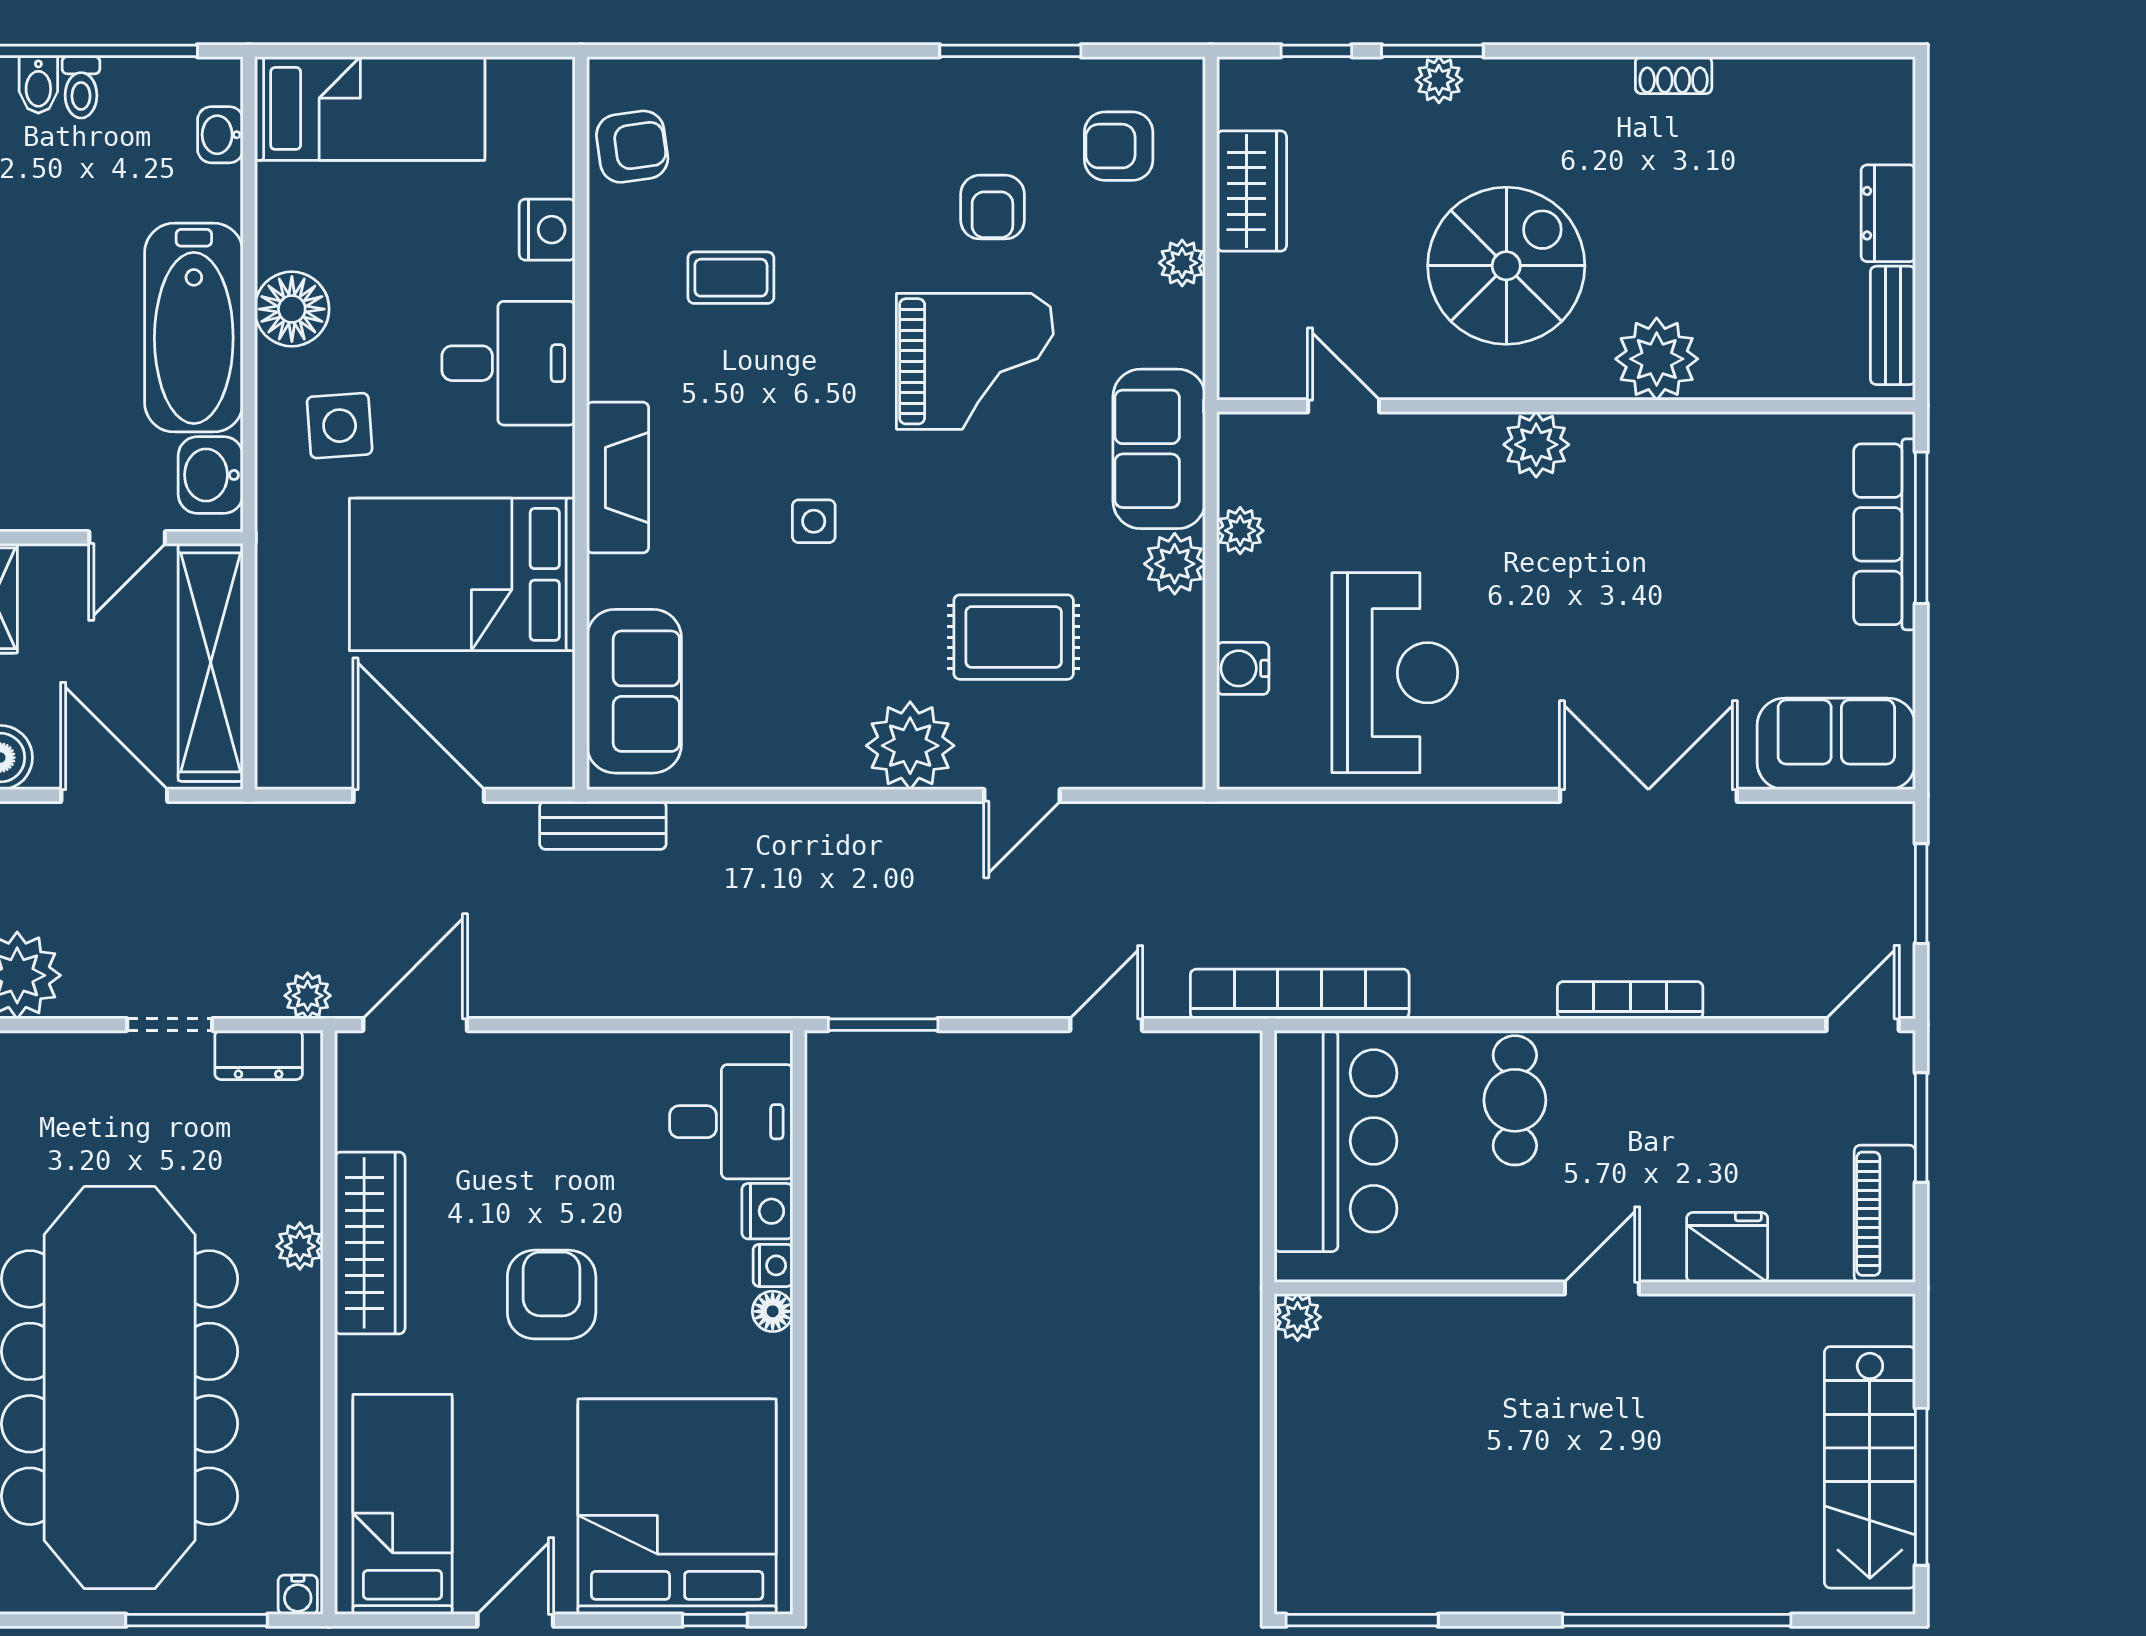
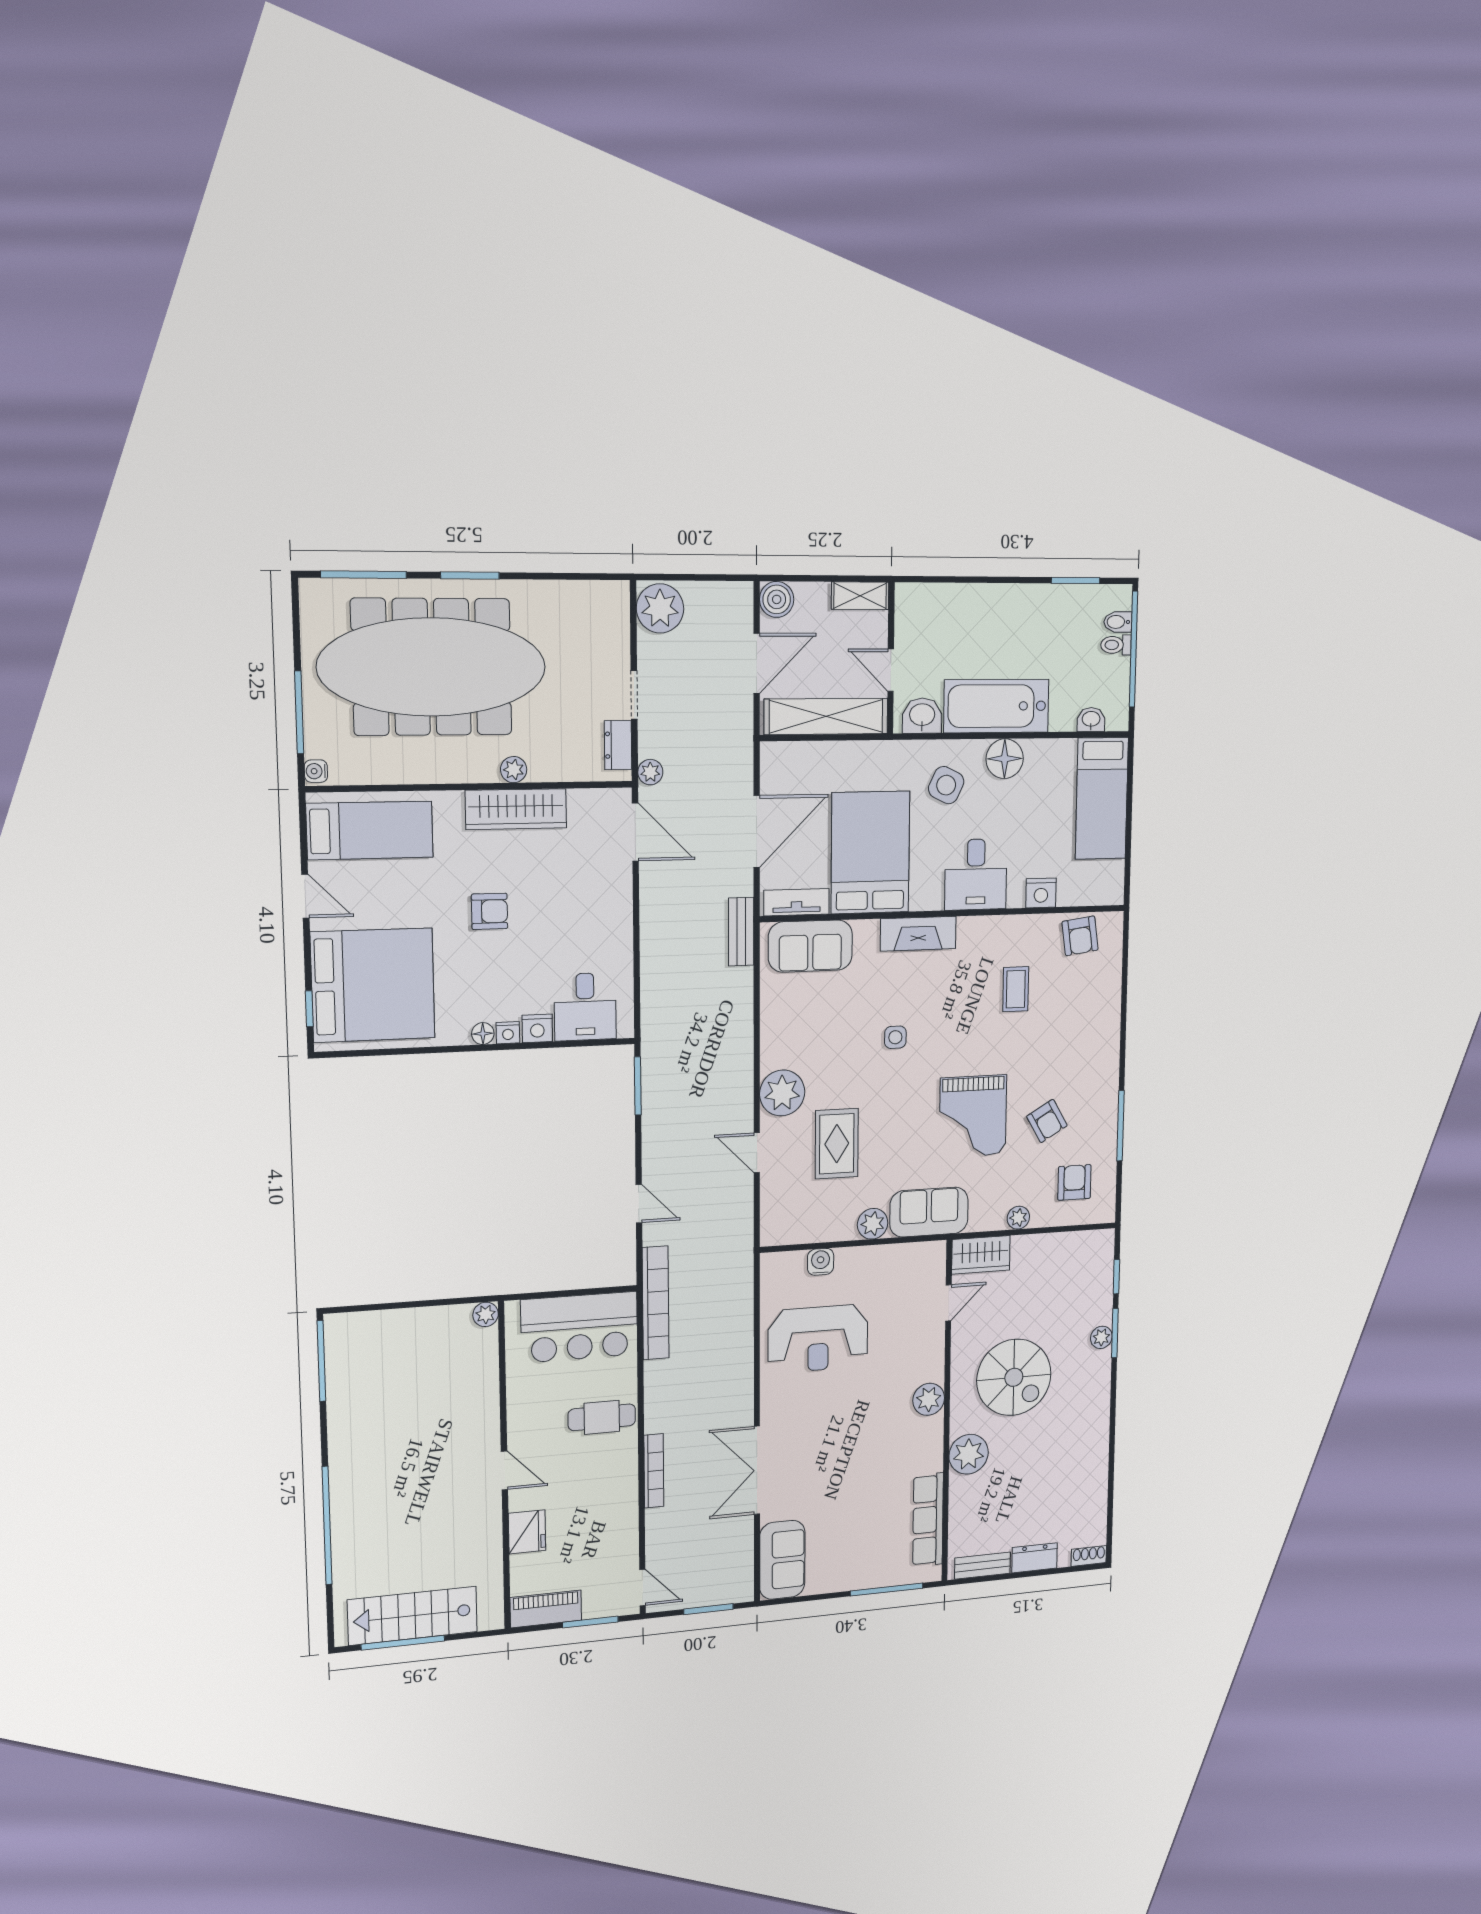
shoe rack: (1674, 75) -> (1089, 1556), moved, turned 90
wardrobe: (1252, 191) -> (981, 1255), moved
armchair: (992, 207) -> (1047, 1121), turned -120
side table: (340, 426) -> (946, 785), turned 30
plant: (1240, 531) -> (889, 1256), removed
row of seats: (1885, 534) -> (928, 1520), moved, turned -90
tv unit: (551, 718) -> (797, 902), added
double door: (1648, 795) -> (757, 1470), swing flipped
armchair: (552, 1295) -> (490, 911), width x0.72, depth x0.72

